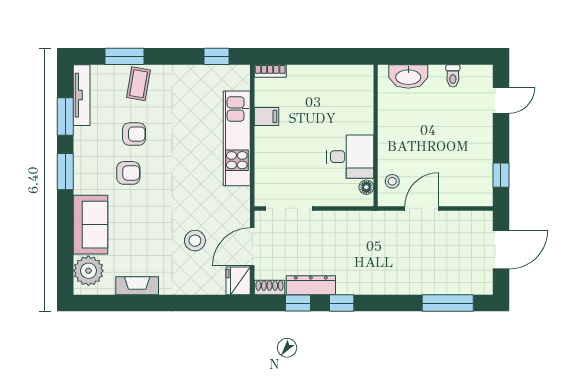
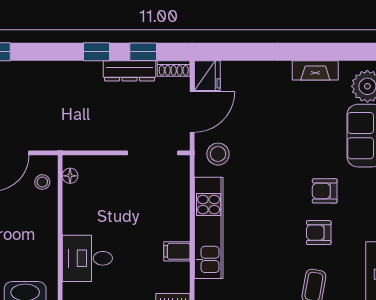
desk: (350, 157) -> (87, 258), moved
stool: (195, 241) -> (218, 154), moved

